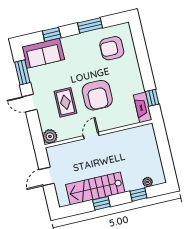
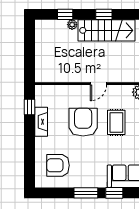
window: (90, 25) -> (86, 193), moved
armchair: (112, 48) -> (58, 165), turned 180
fireplace: (143, 107) -> (41, 122), moved
plant: (148, 182) -> (72, 25), moved

